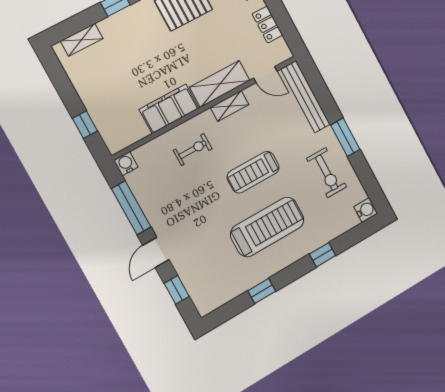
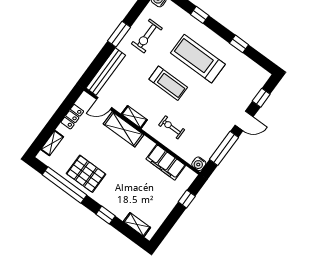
door: (265, 75) -> (104, 103), swing flipped
filing cabinet: (169, 109) -> (166, 162), moved
exercise bike: (327, 173) -> (147, 36), turned 180

